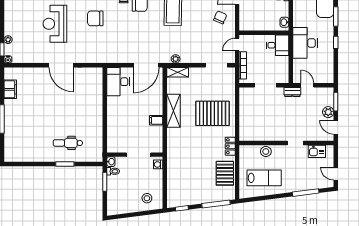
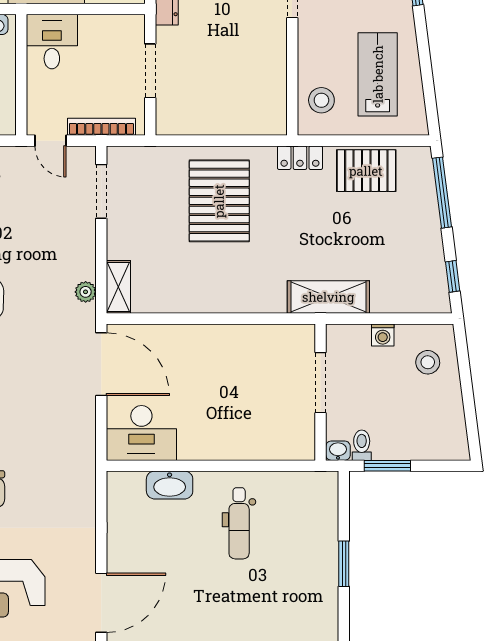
door: (61, 65) -> (101, 603), moved
washbasin: (97, 93) -> (170, 485), added
shelving: (173, 111) -> (328, 297), moved
filing cabinet: (156, 120) -> (236, 340), removed
dental chair: (68, 143) -> (239, 523), moved
stool: (266, 151) -> (321, 100), moved
washing machine: (158, 164) -> (383, 335), moved

